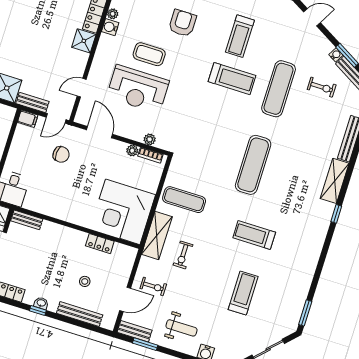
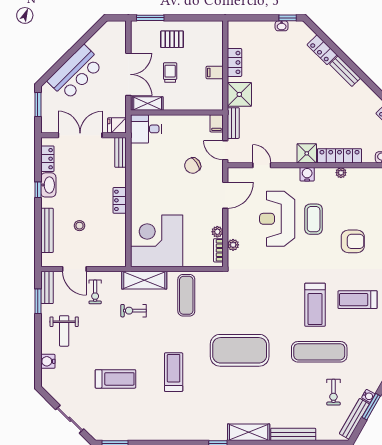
water cooler: (110, 27) -> (307, 174), moved
chair: (61, 154) -> (193, 166), turned 52
exercise mat: (253, 165) -> (240, 350), width x1.47
locker: (100, 244) -> (120, 200), moved
washbasin: (41, 303) -> (48, 185), width x1.91, depth x1.45

